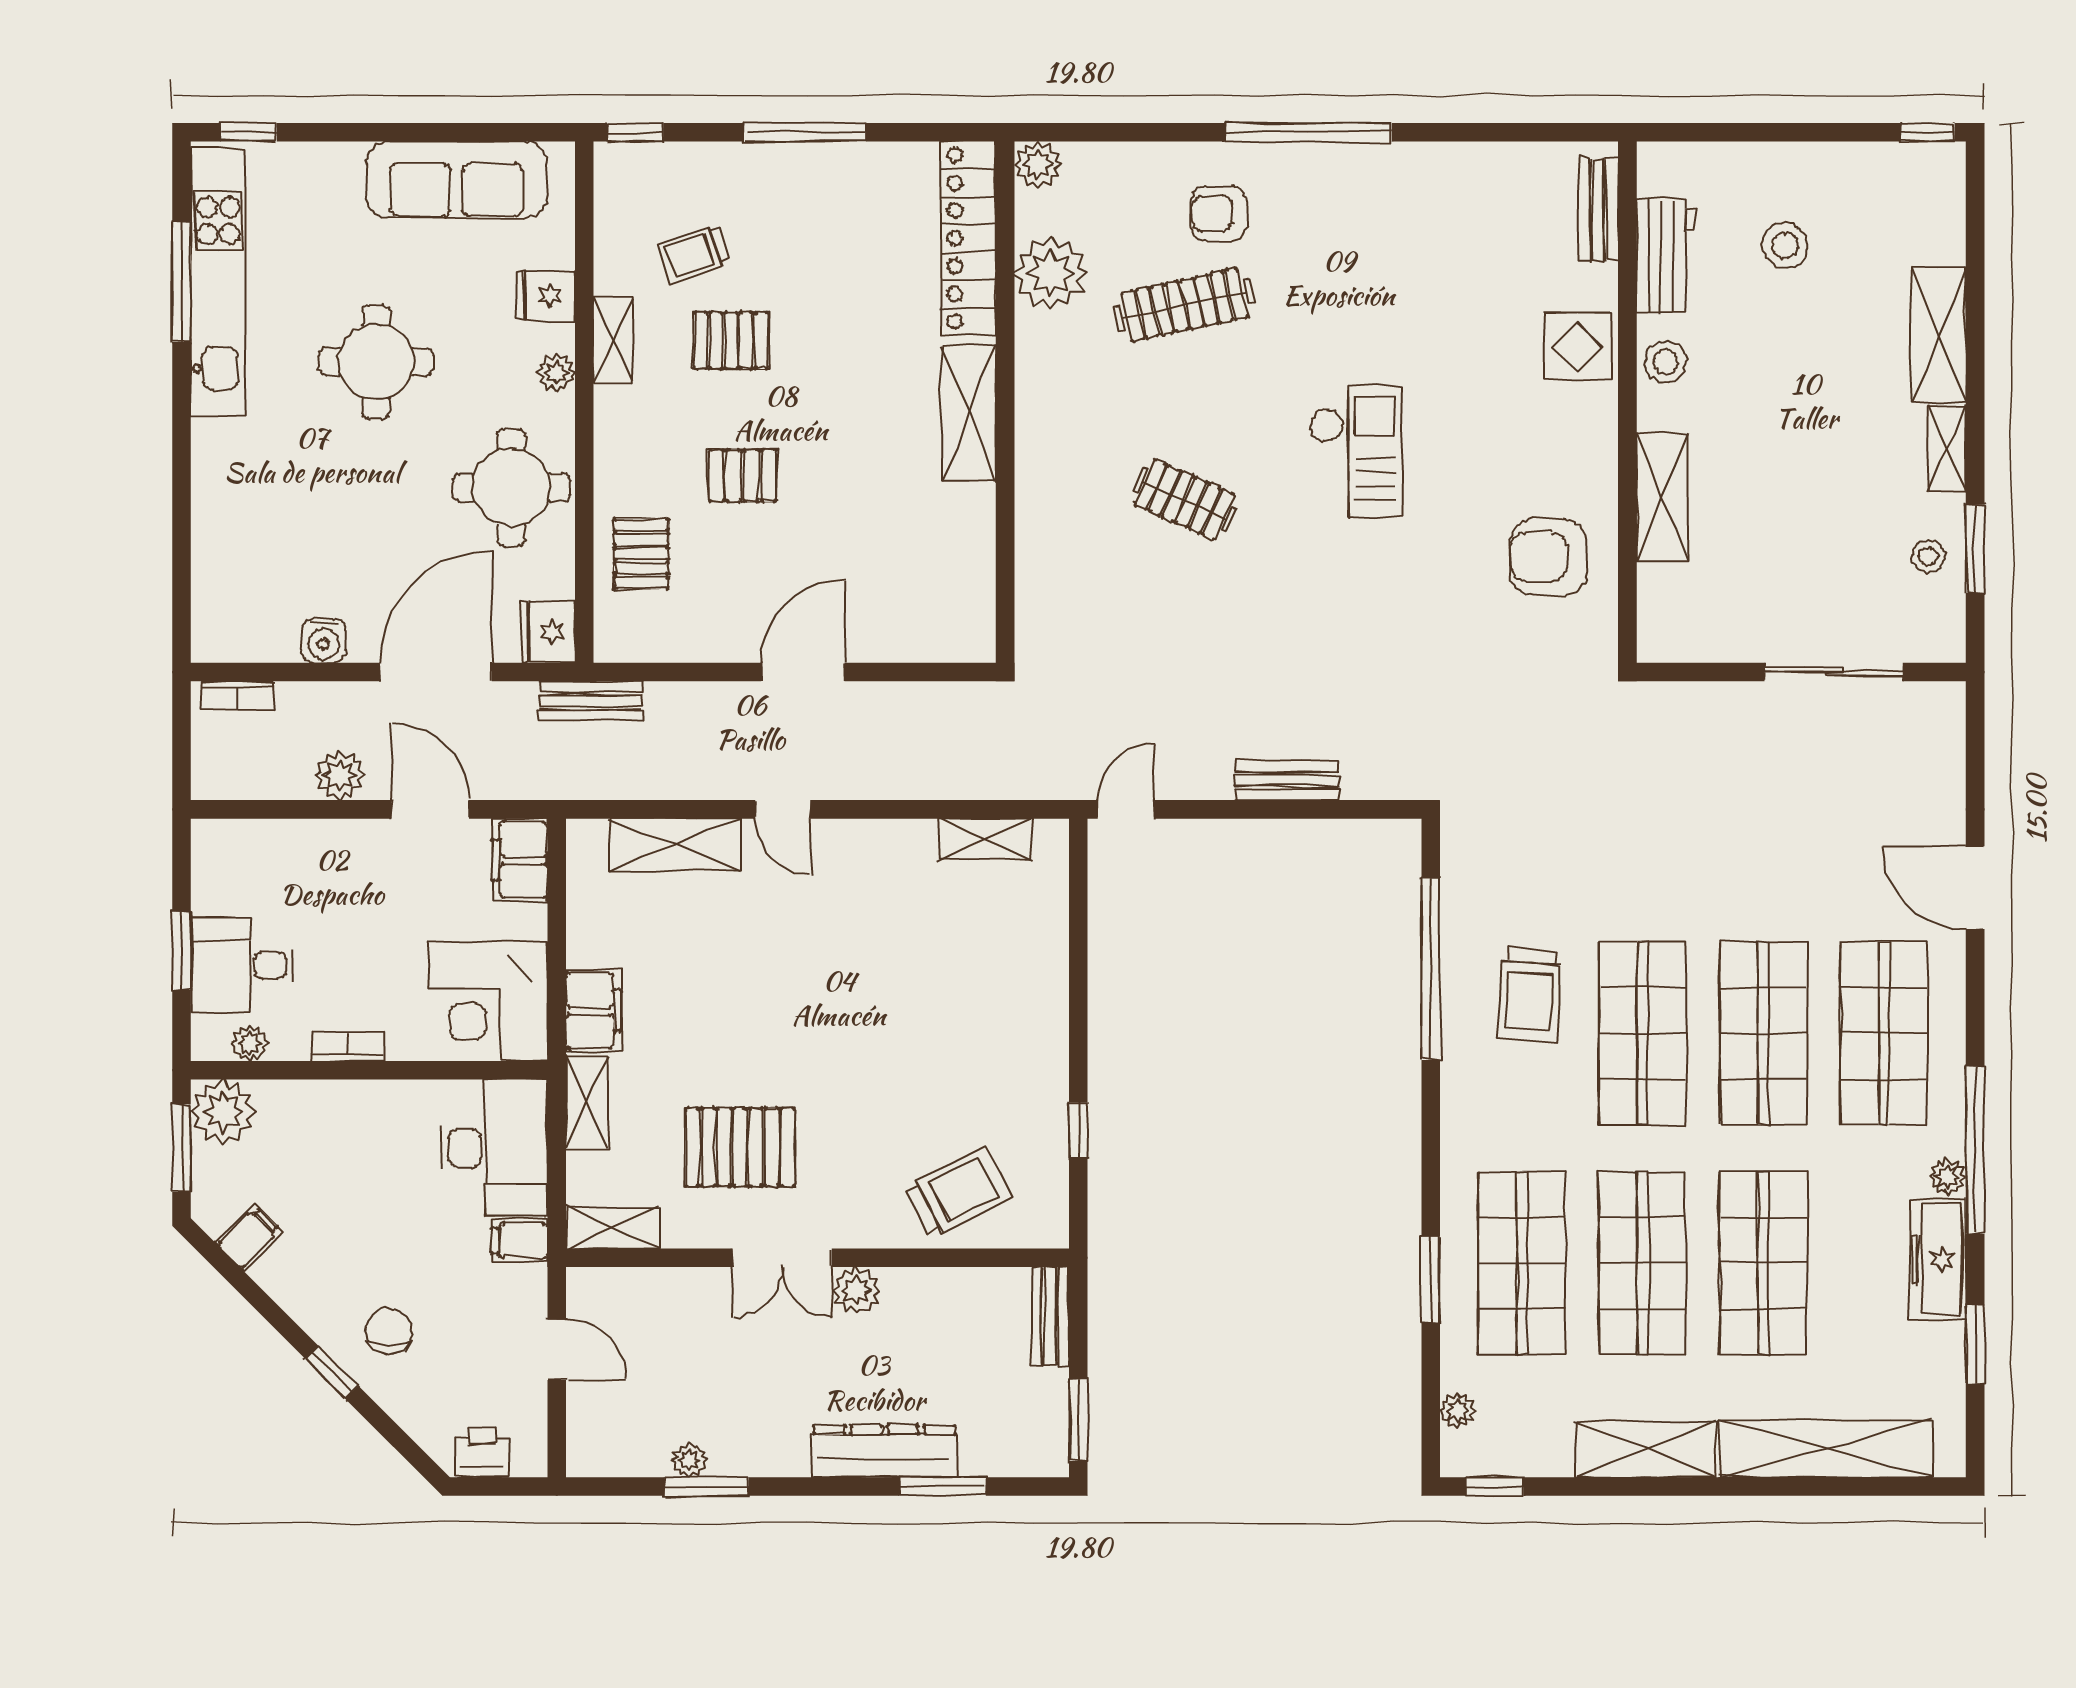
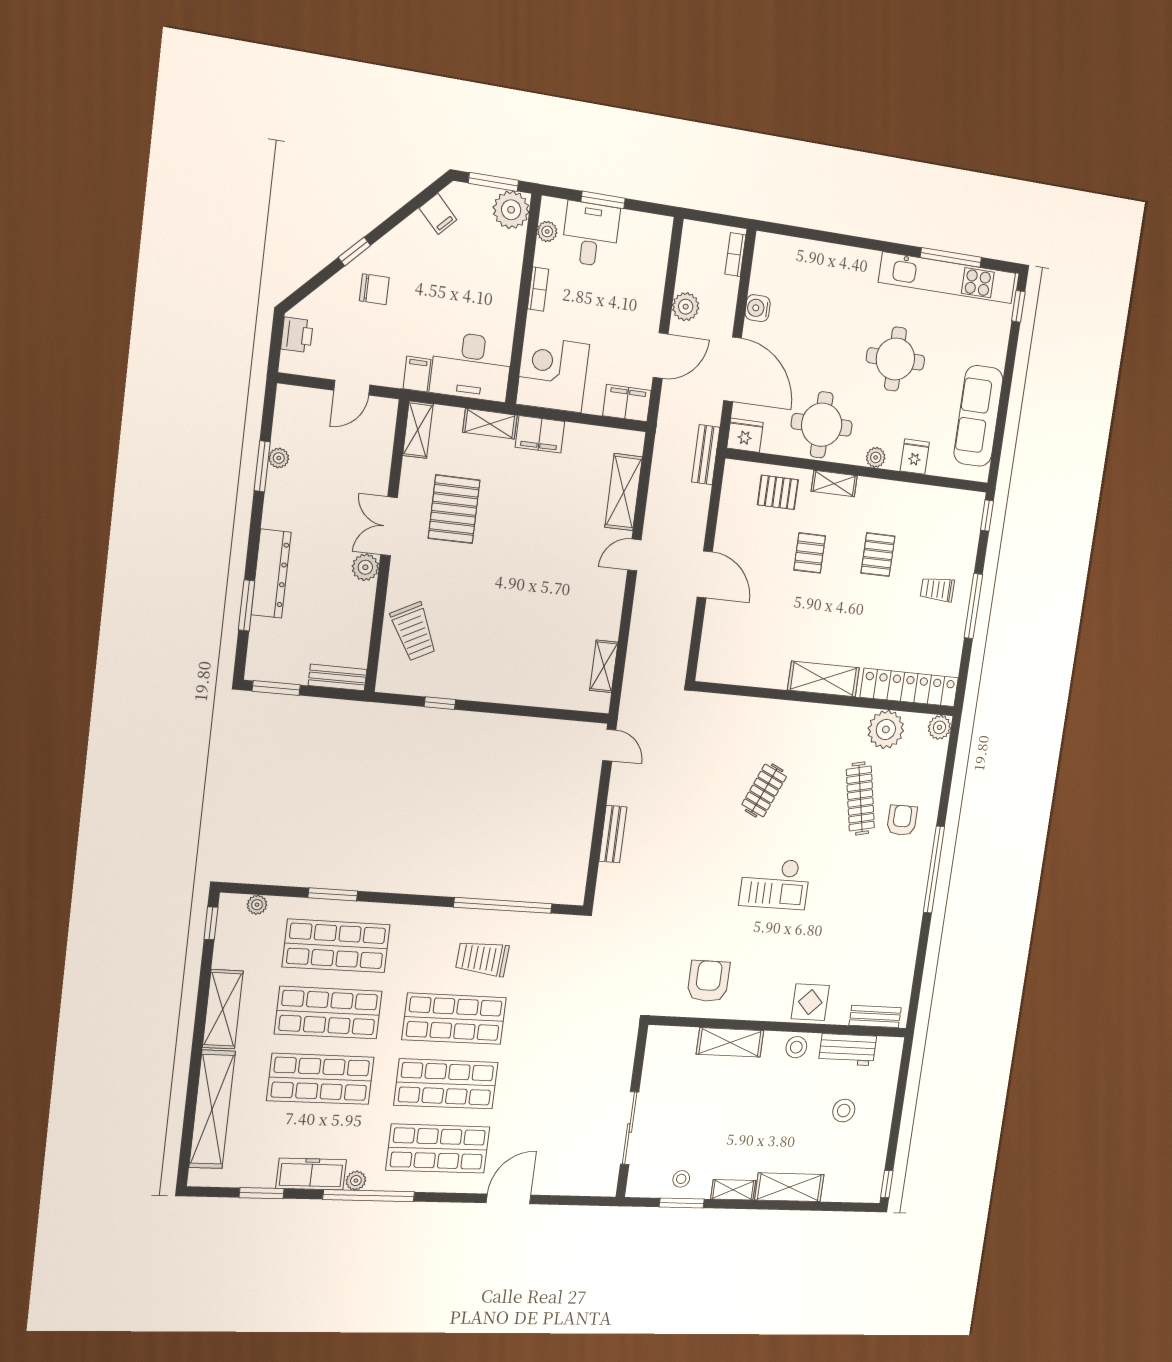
trolley: (694, 254) -> (937, 589), moved, turned -71
shelving: (613, 340) -> (834, 484), moved

